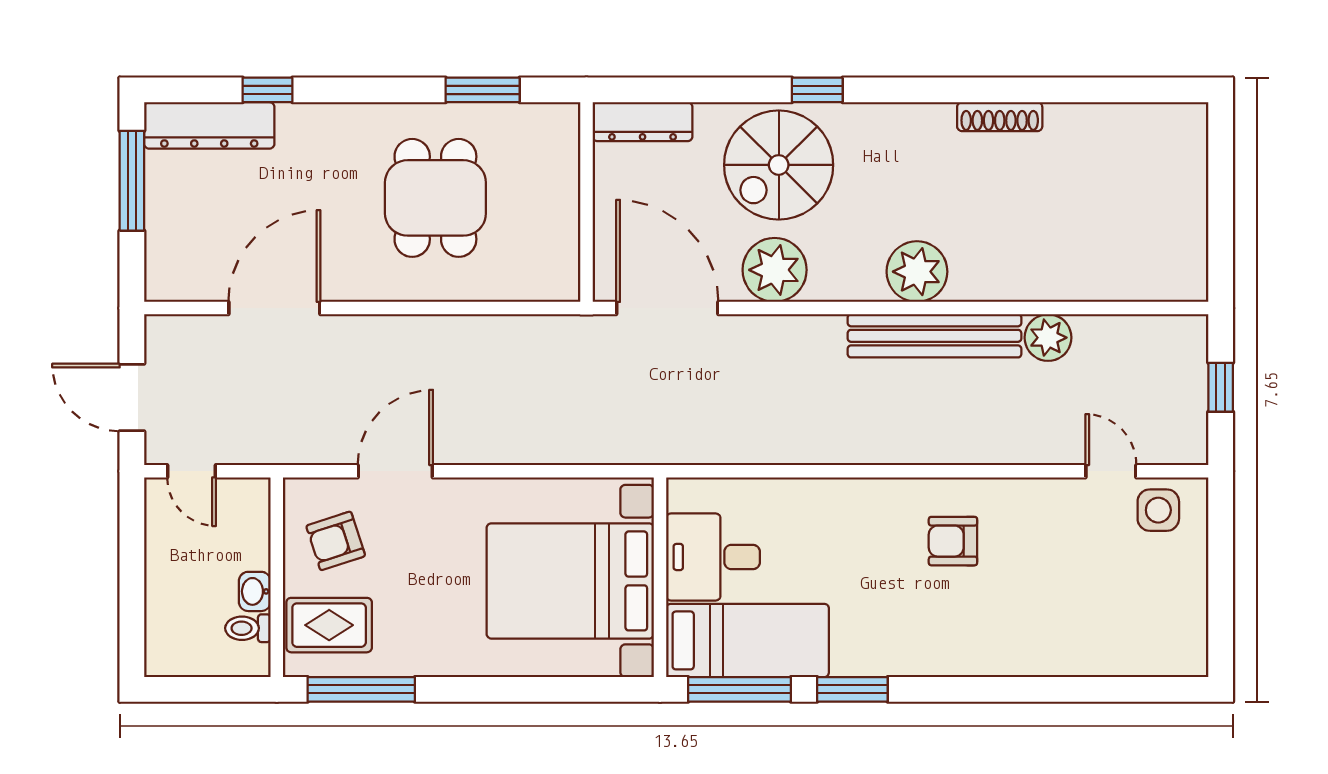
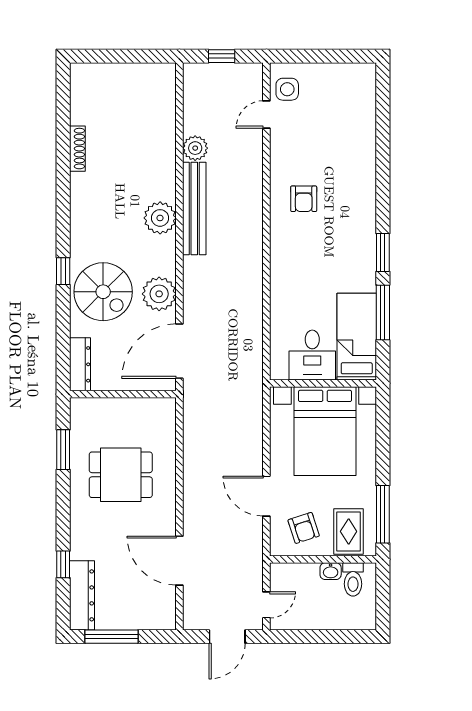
shoe rack: (1000, 117) -> (77, 149), moved
desk: (713, 557) -> (312, 355), moved
wall: (660, 577) -> (323, 383), moved
bed with nightstands: (570, 581) -> (325, 431), moved
toilet: (248, 628) -> (353, 579), width x1.37, depth x1.39
bed: (748, 640) -> (357, 337), moved

